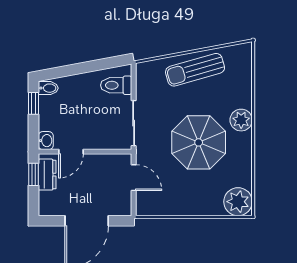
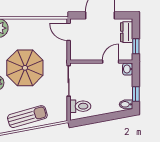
dresser: (47, 175) -> (127, 32), moved
door: (134, 178) -> (69, 32), moved

